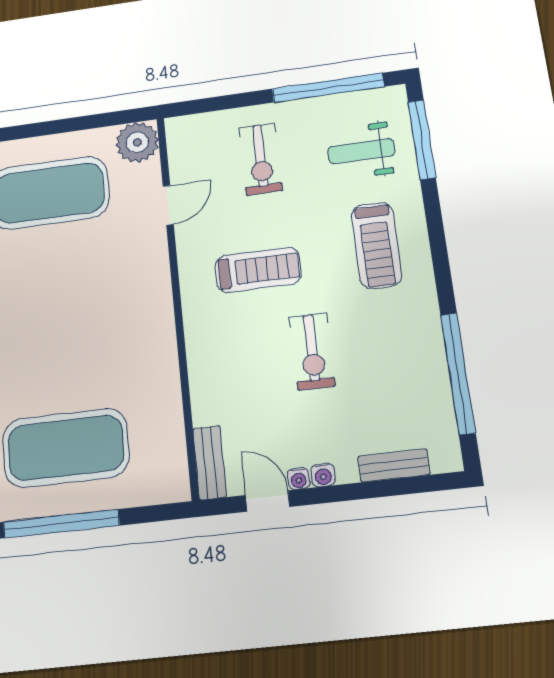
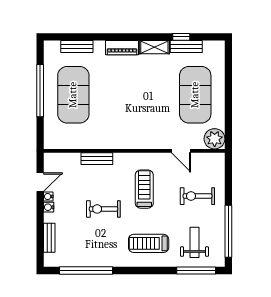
treadmill: (258, 270) -> (144, 189), turned 180
bench: (210, 463) -> (97, 159), moved

